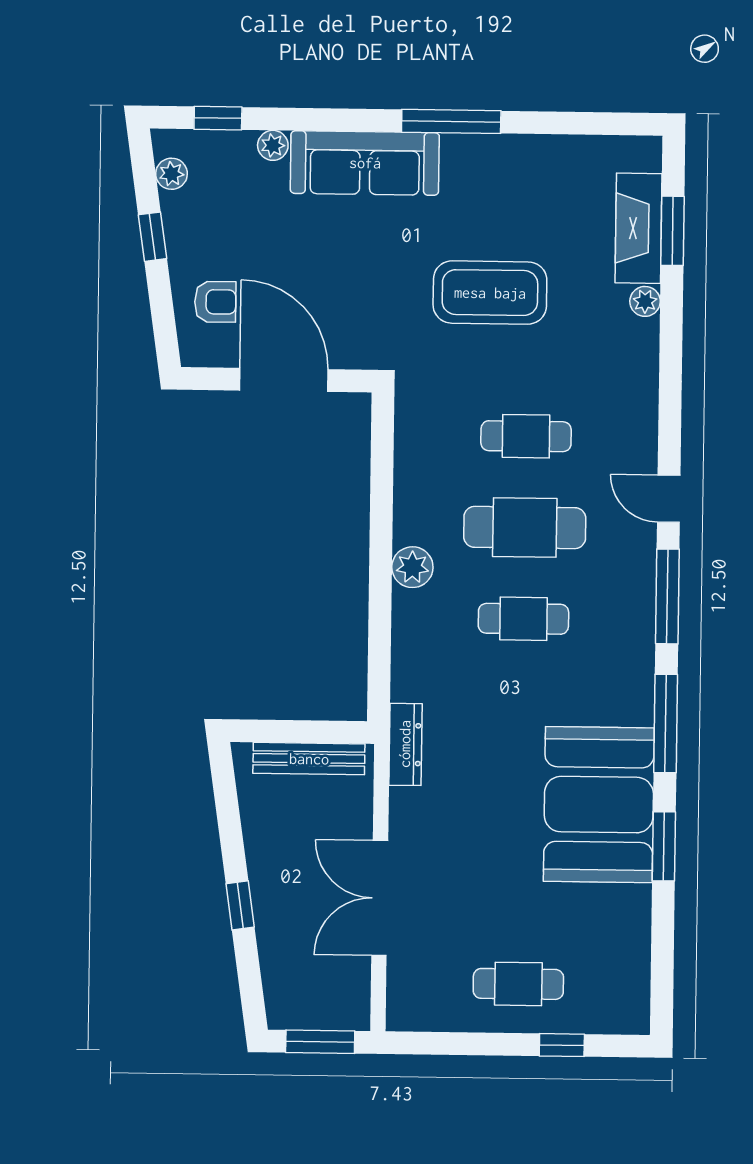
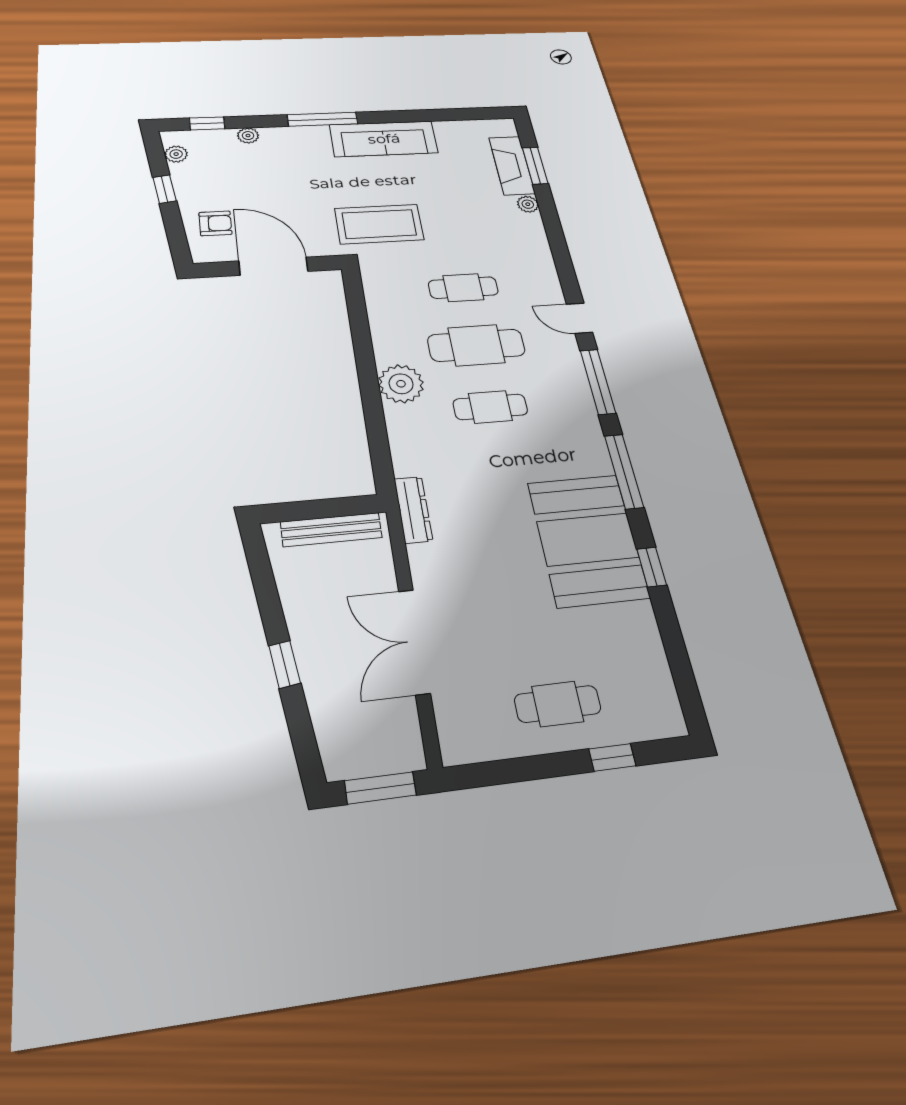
window: (451, 121) -> (322, 119), moved
sofa: (365, 163) -> (384, 139), moved
coffee table: (490, 293) -> (379, 224), moved
plant: (412, 567) -> (401, 384), width x1.36, depth x1.36
window: (664, 846) -> (652, 567), width x0.67

